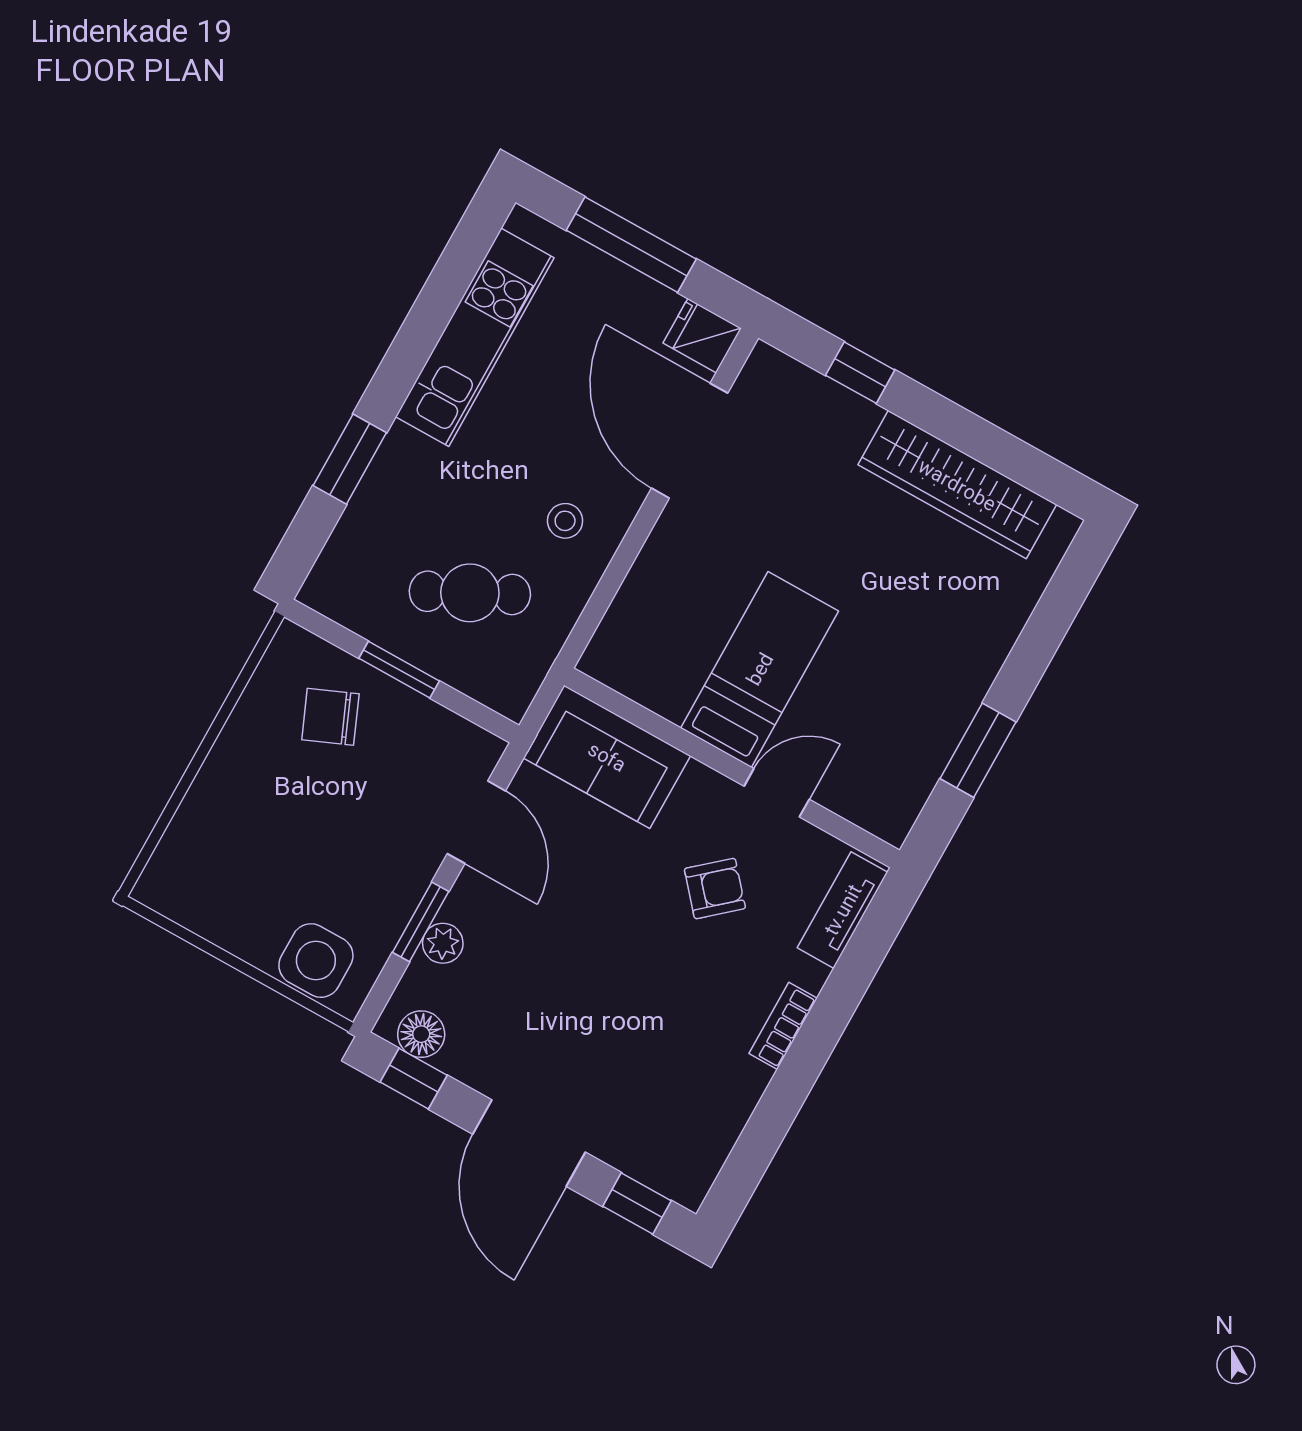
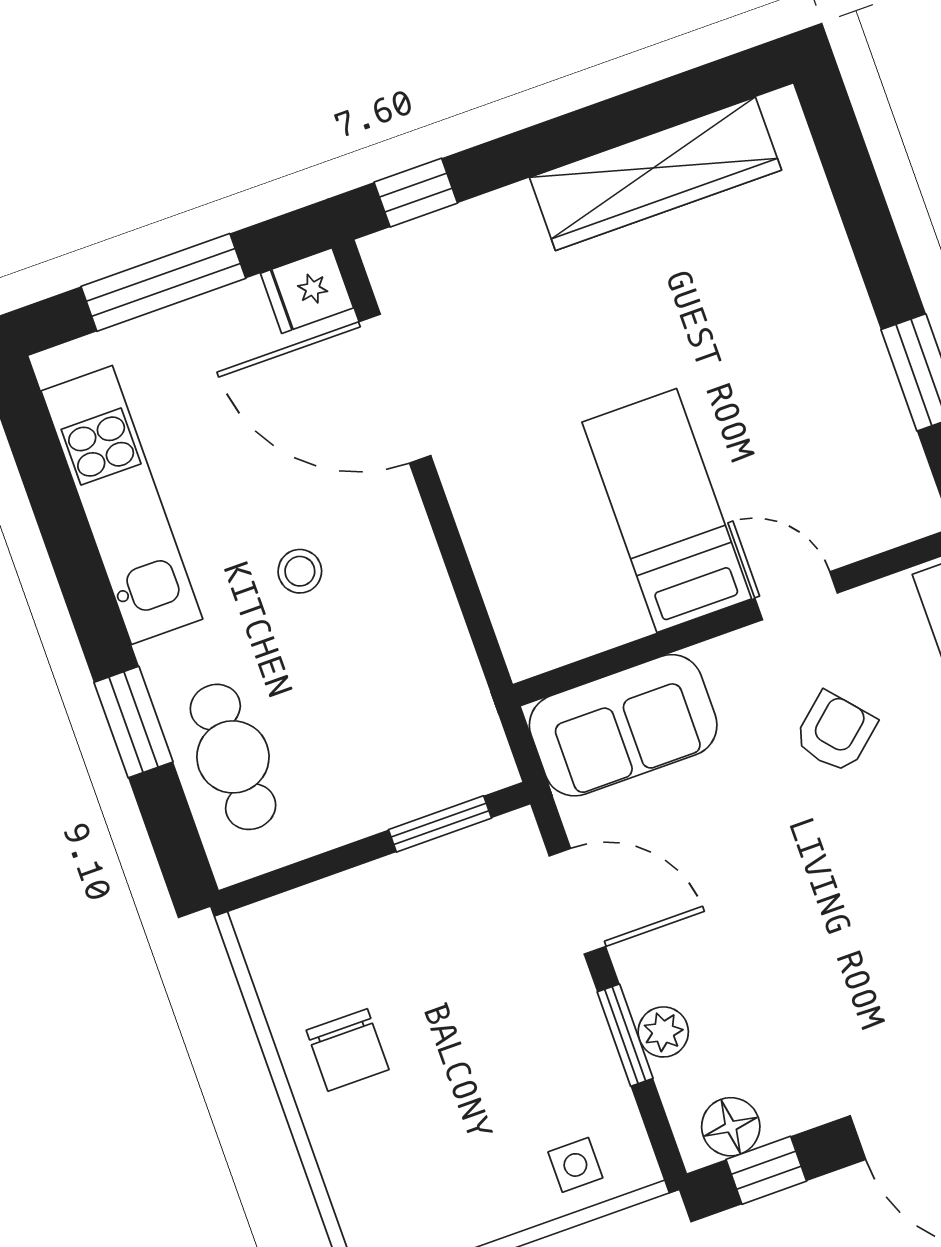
window: (860, 373) -> (416, 193), moved
stool: (565, 521) -> (300, 571), moved
cafe table: (470, 593) -> (233, 757), moved, turned -63
window: (399, 670) -> (440, 824), moved
chair: (330, 717) -> (348, 1050), moved, turned -67
door: (777, 793) -> (796, 596), hinge flipped
side table: (316, 961) -> (575, 1165), width x0.54, depth x0.54

